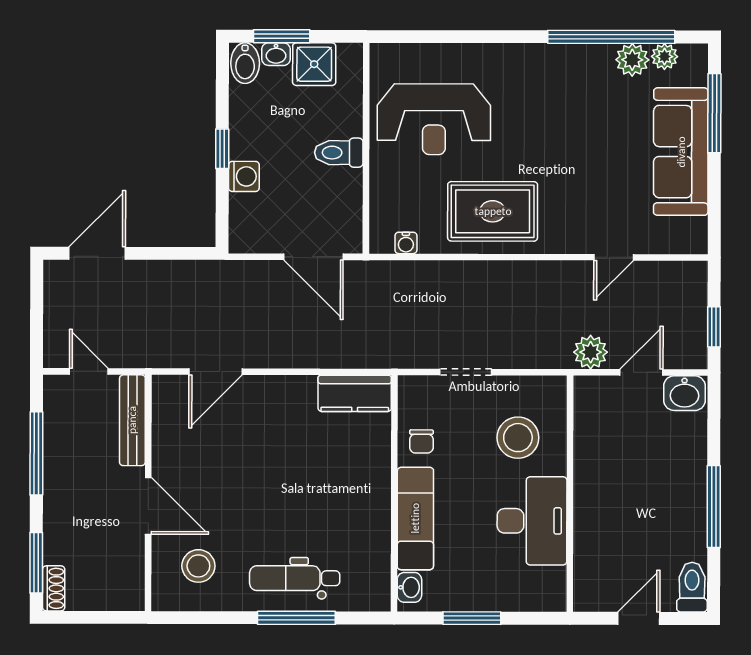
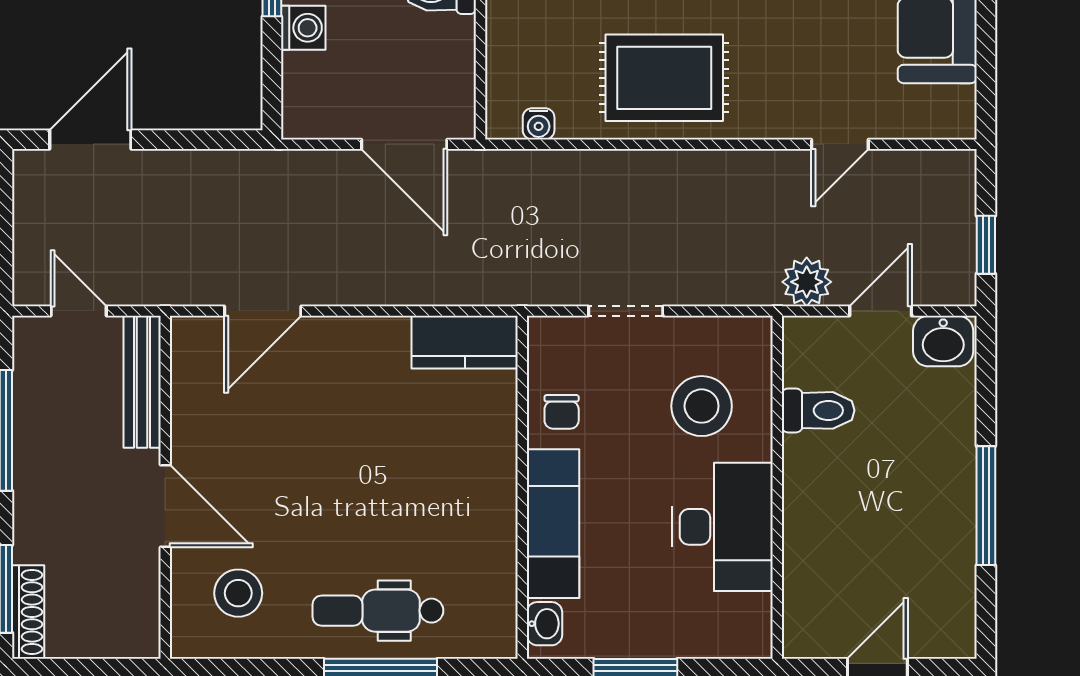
toilet: (692, 587) -> (818, 410), moved, turned 90
shoe rack: (54, 588) -> (28, 612), width x1.43

